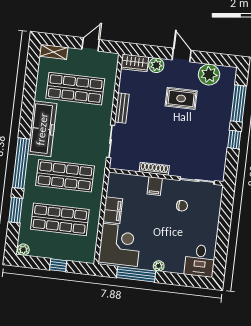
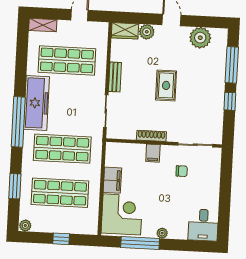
rug: (181, 98) -> (166, 85), moved, turned 90
window: (21, 163) -> (18, 122), moved

